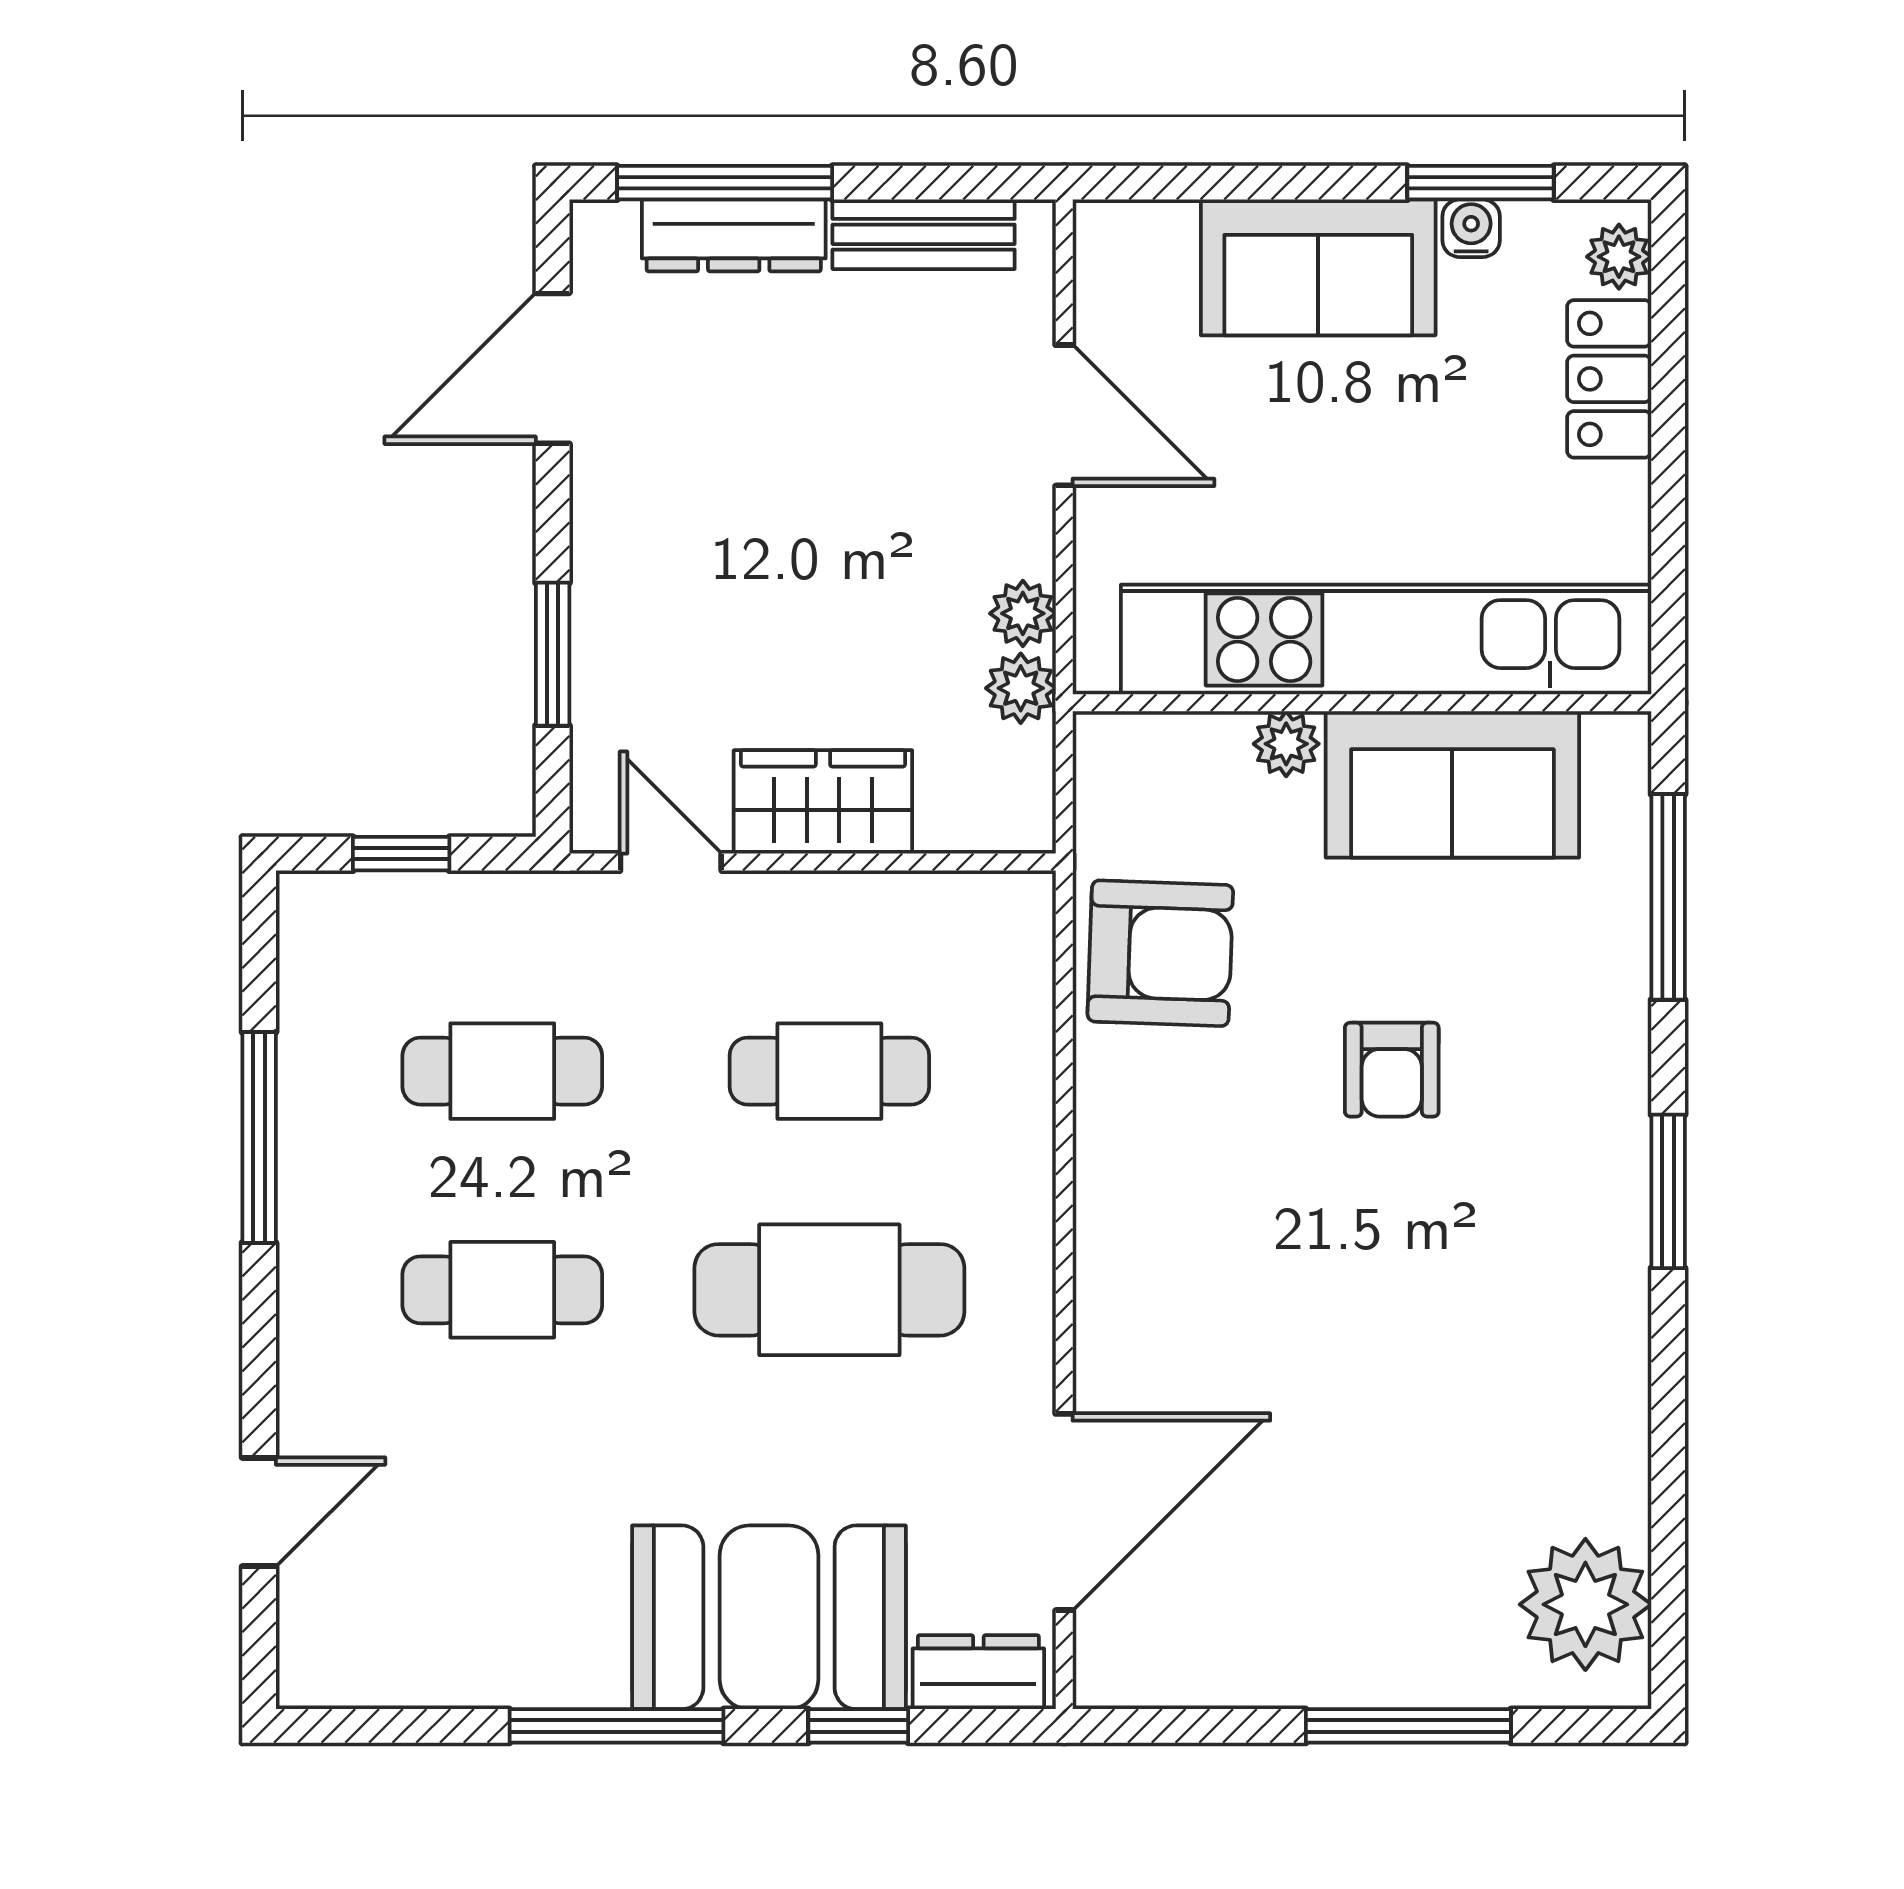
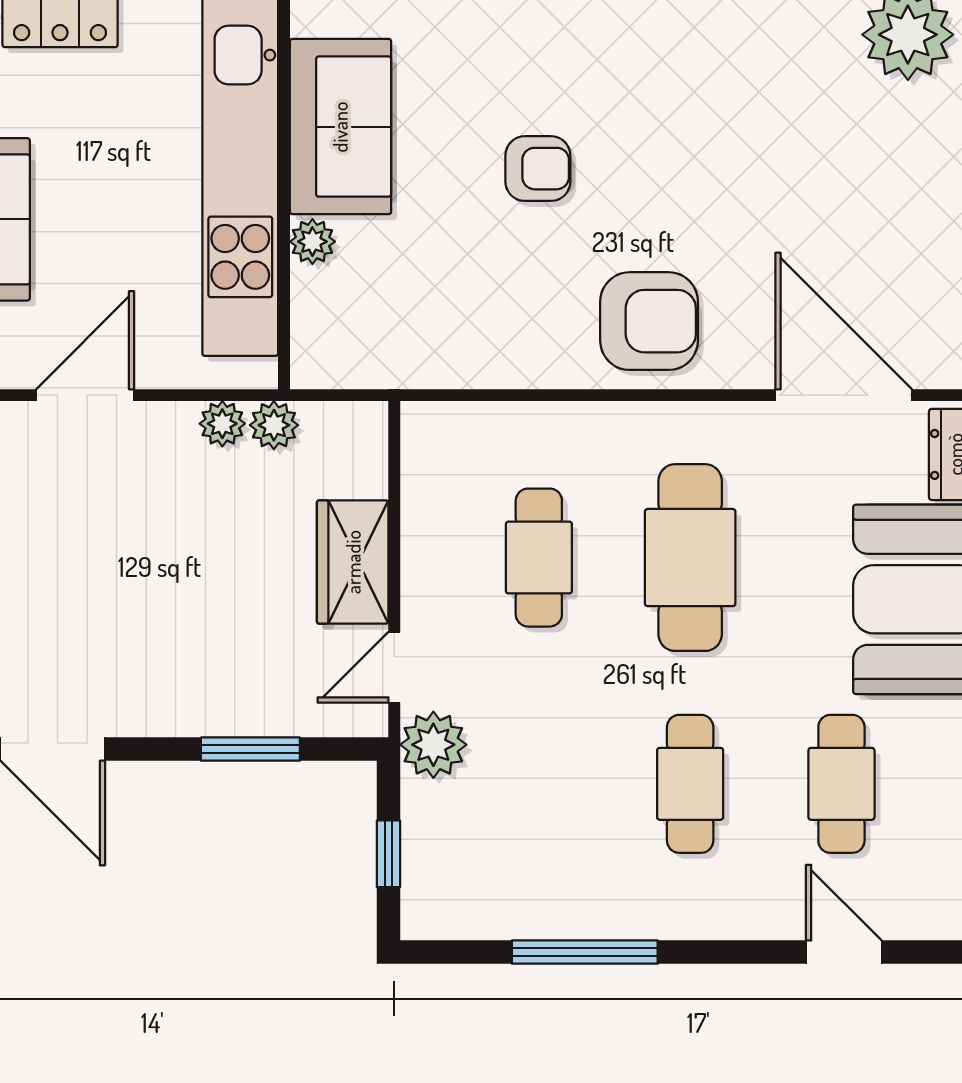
plant: (559, 919) -> (433, 745), added
armchair: (1160, 953) -> (649, 321), moved, turned 88
cafe table: (502, 1071) -> (841, 784), moved

